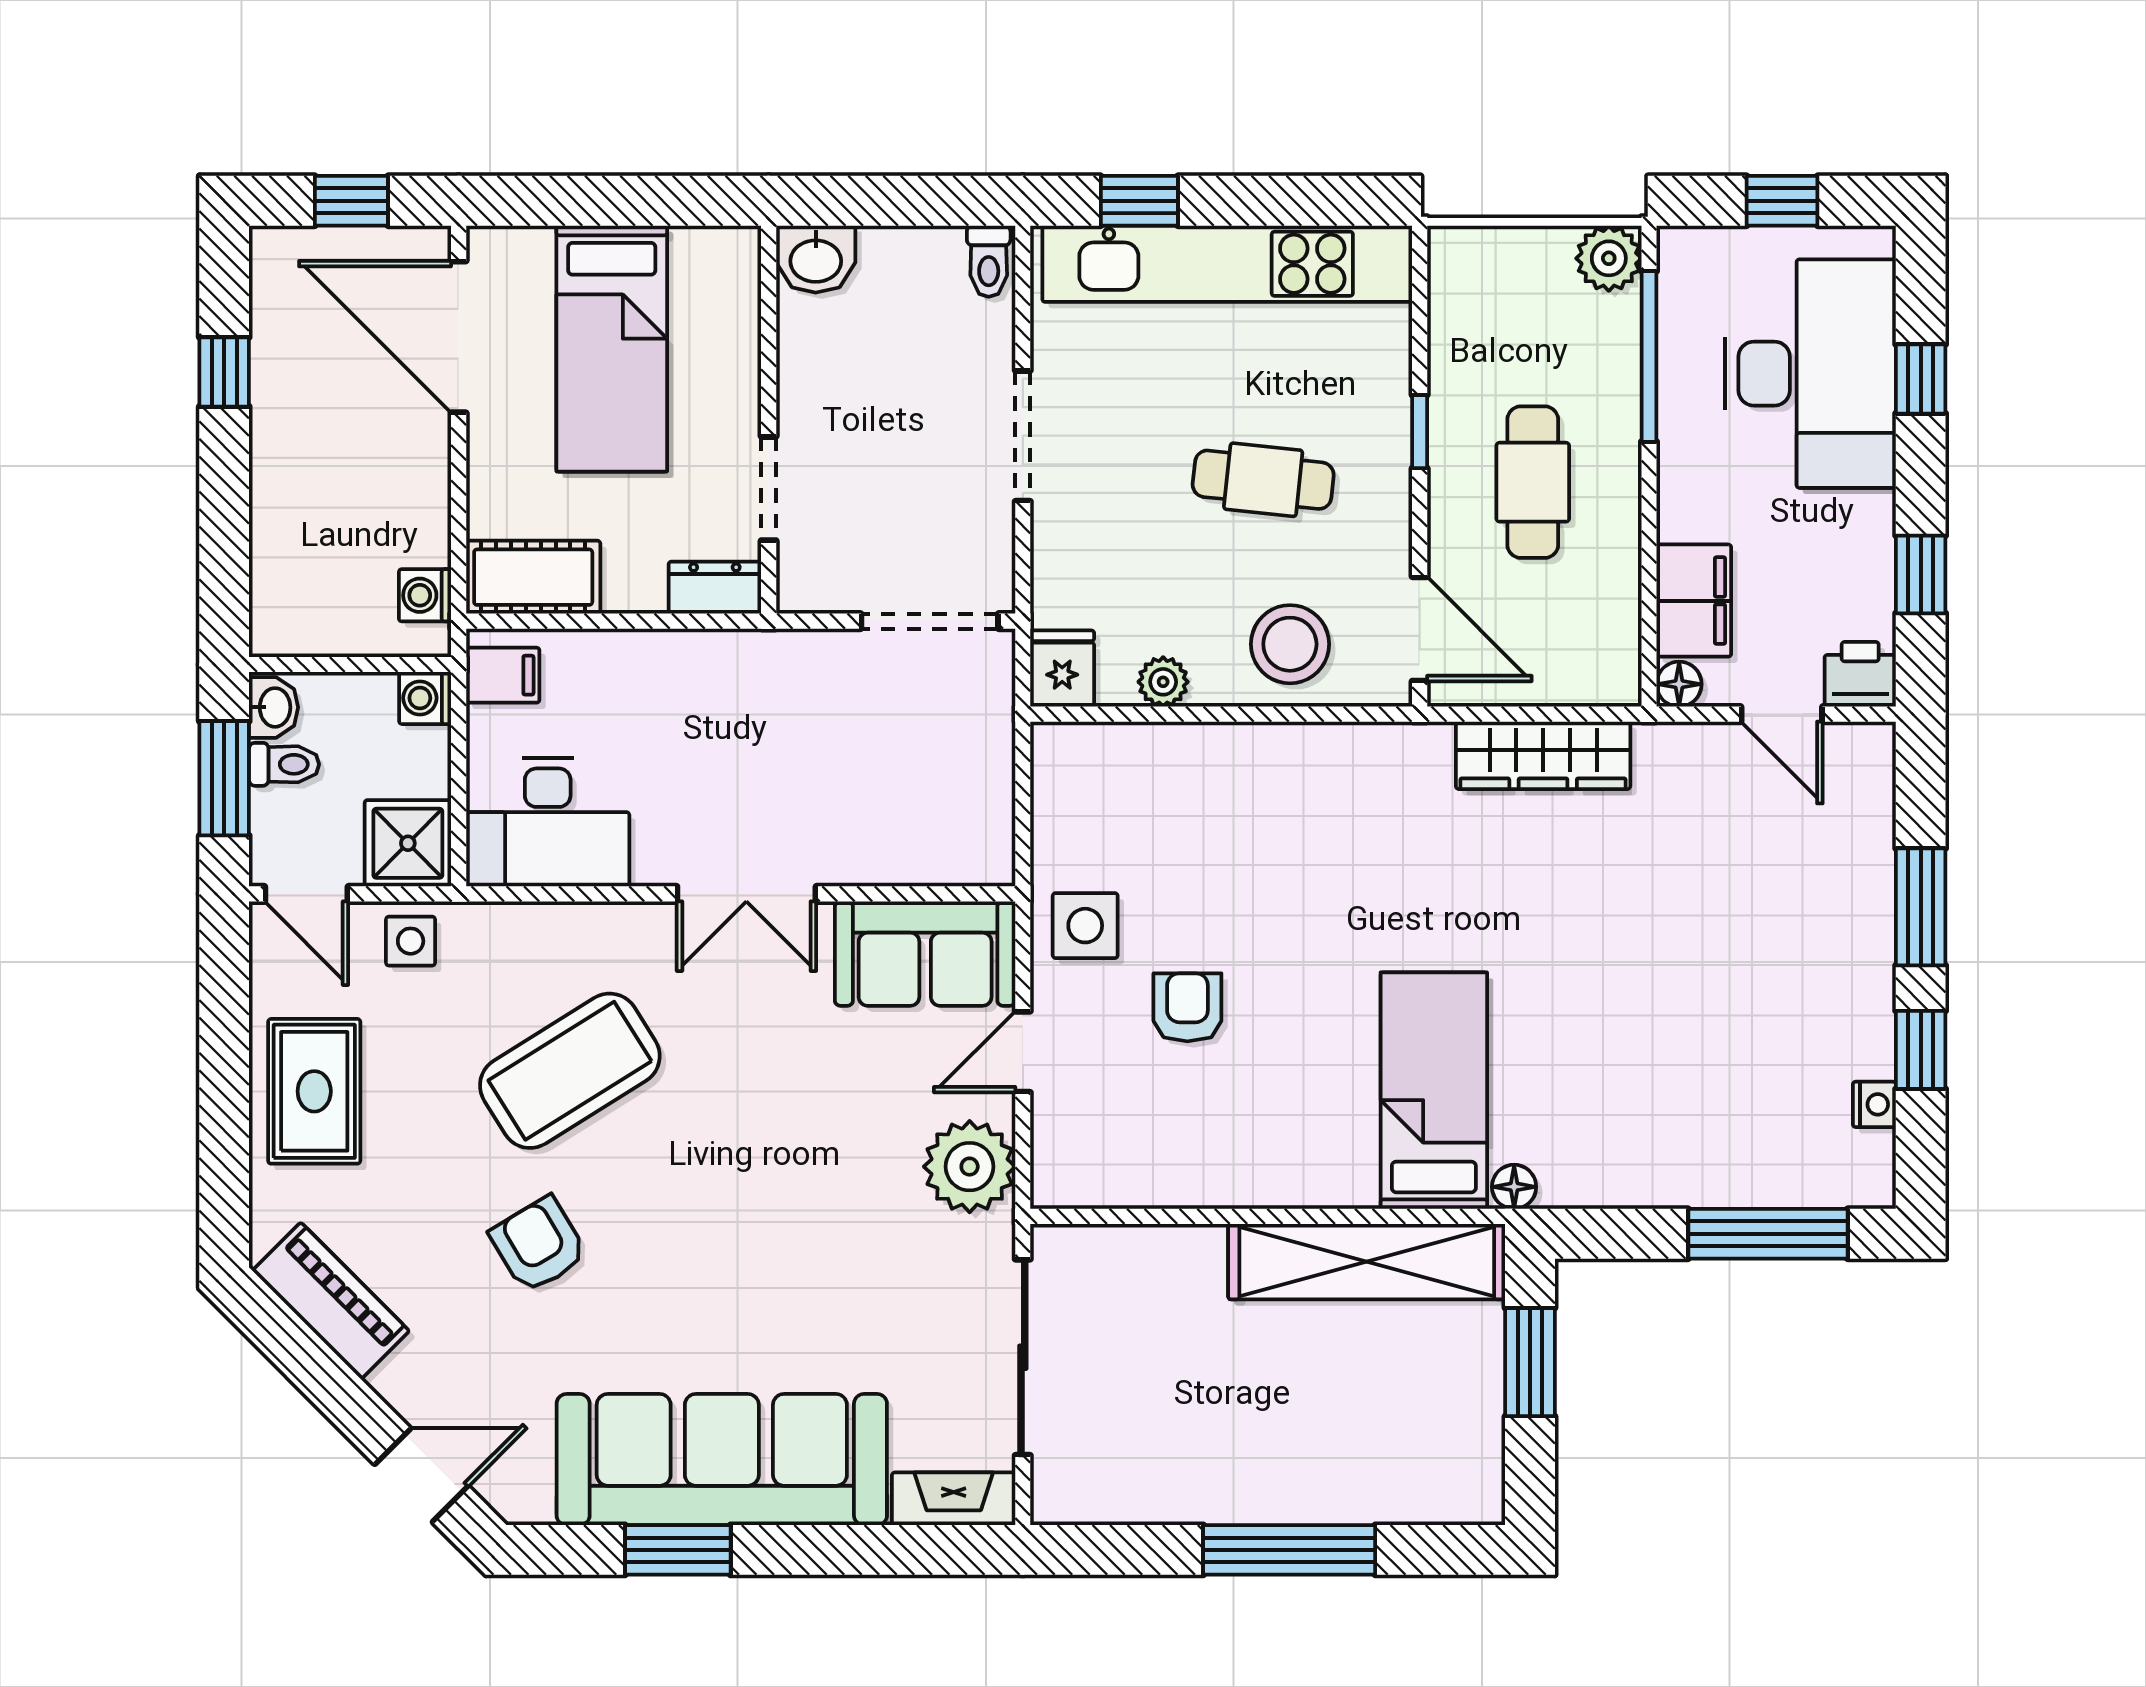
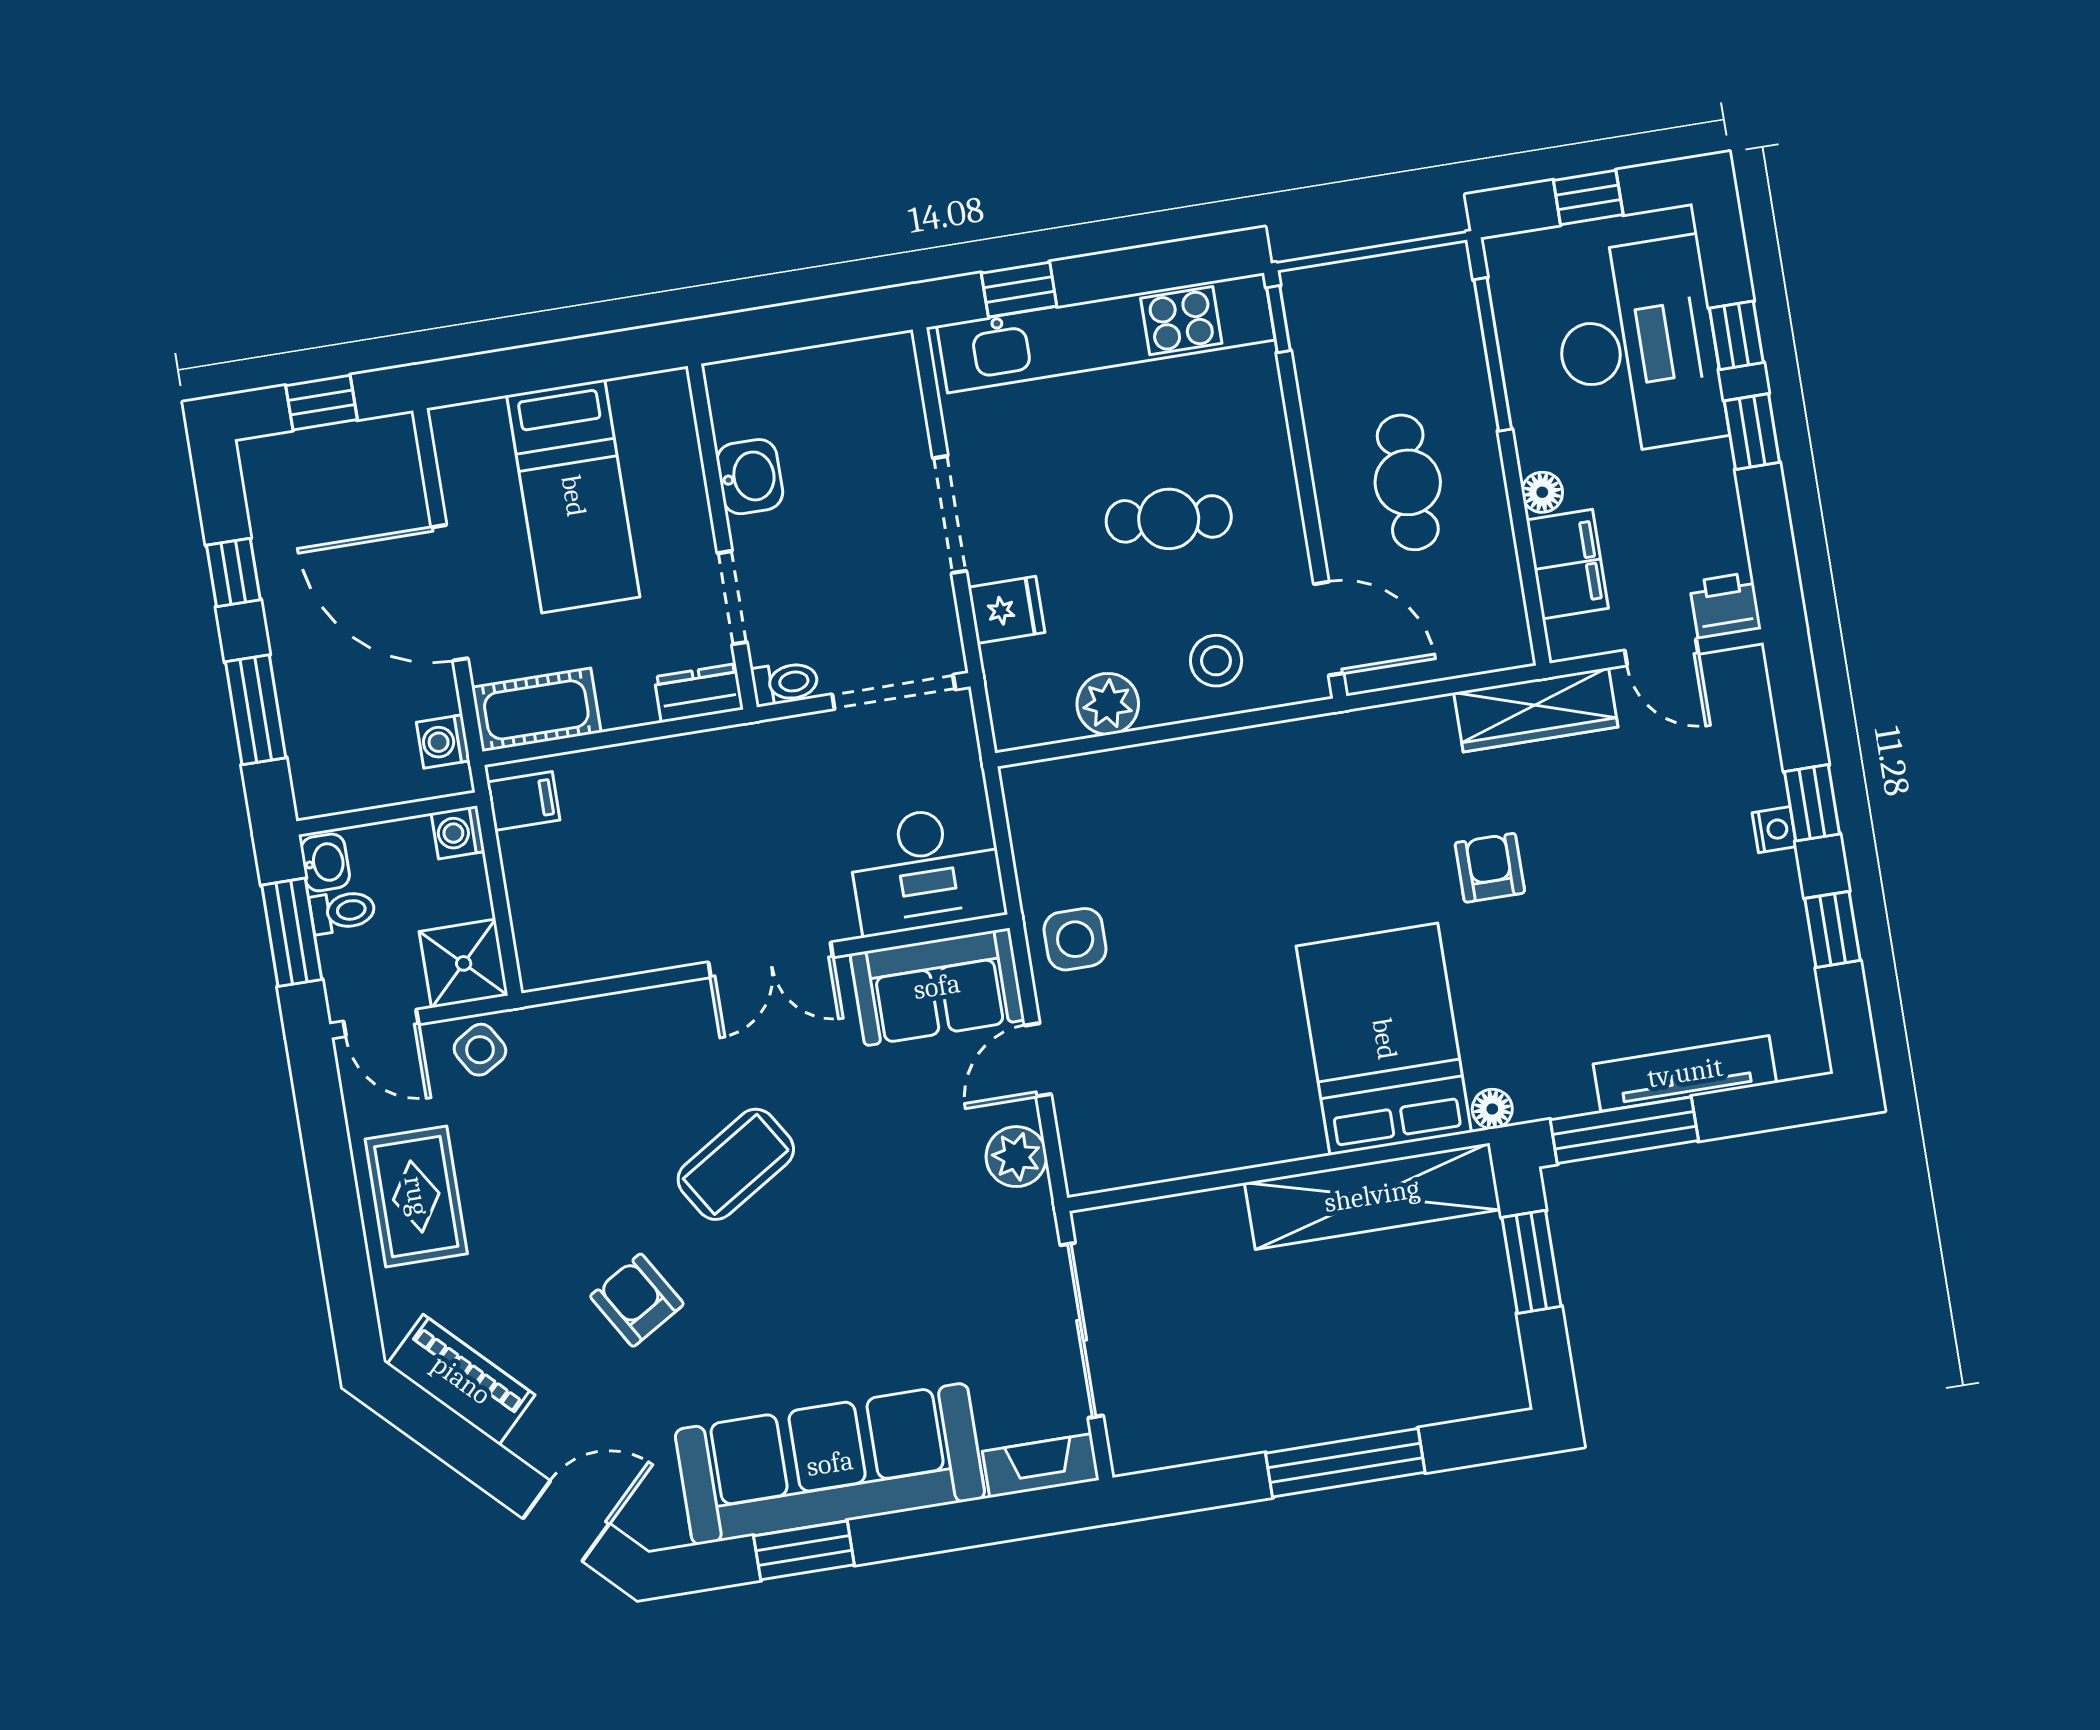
plant: (1609, 258) -> (1443, 273), removed
washbasin: (816, 259) -> (750, 477), moved, turned -90
toilet: (989, 261) -> (785, 683), moved, turned -90
door: (459, 337) -> (450, 593), moved
window: (1420, 432) -> (1279, 319), moved
window: (224, 527) -> (256, 710), added
window: (1921, 574) -> (1752, 432), moved
stool: (1290, 644) -> (1216, 661), width x0.73, depth x0.73
fridge: (1062, 669) -> (1006, 610), moved, turned 90
plant: (1163, 682) -> (1108, 704), width x1.38, depth x1.38
floor lamp: (1679, 684) -> (1542, 492), moved
wardrobe: (1543, 755) -> (1536, 710), moved
desk: (548, 822) -> (926, 870), moved
window: (1921, 907) -> (1812, 803), width x0.67
side table: (411, 941) -> (480, 1050), turned -31
armchair: (1187, 1007) -> (1490, 868), moved
coffee table: (570, 1071) -> (736, 1164), moved, width x0.73, depth x0.76
bed: (1434, 1091) -> (1384, 1039), width x1.50
nightstand: (1874, 1104) -> (1774, 830), moved
plant: (970, 1167) -> (1016, 1157), width x0.73, depth x0.73
tv unit: (1732, 1182) -> (1685, 1073), added
window: (1768, 1234) -> (1624, 1130), moved

